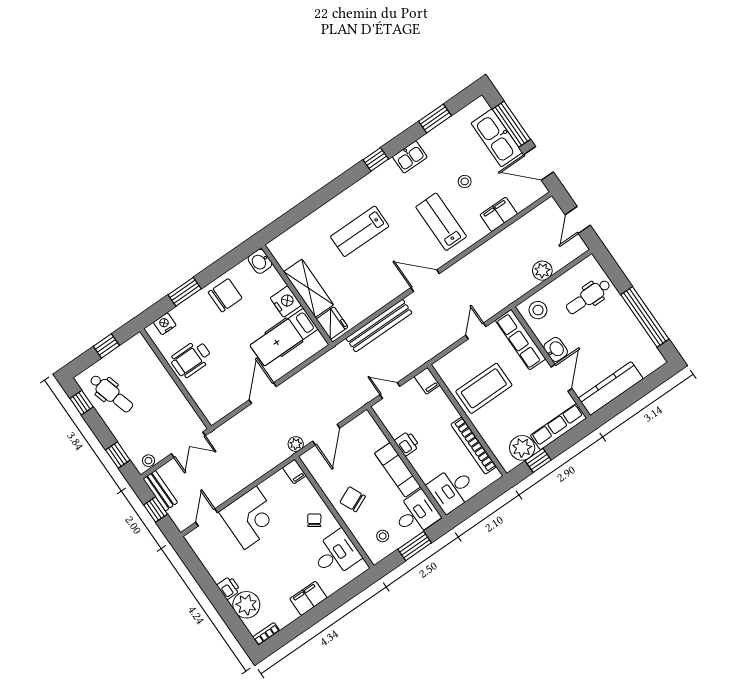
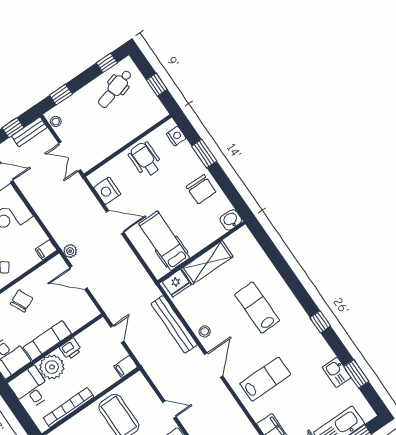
kitchen sink: (410, 157) -> (337, 372), moved
stool: (465, 181) -> (205, 331), moved
nightstand: (286, 302) -> (107, 191), moved, turned 90
plant: (428, 465) -> (52, 367), added

